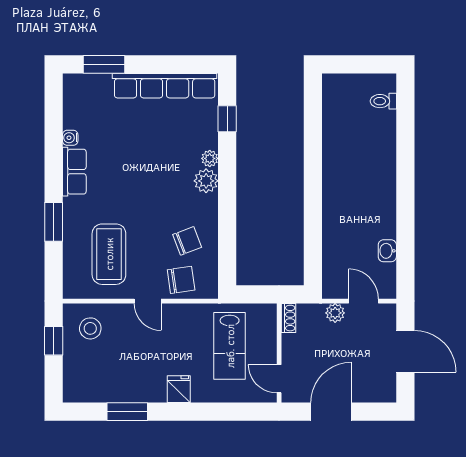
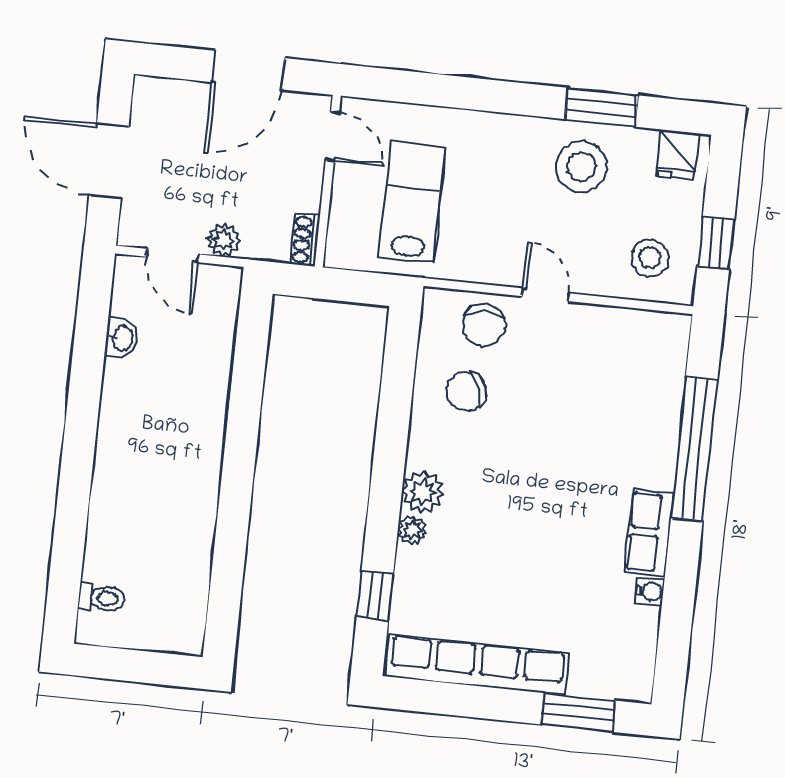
window: (54, 222) -> (694, 449), width x2.11
coffee table: (109, 254) -> (604, 383), removed
chair: (181, 280) -> (484, 325), turned -82
stool: (135, 376) -> (581, 167), added
fridge: (179, 389) -> (677, 155), moved

